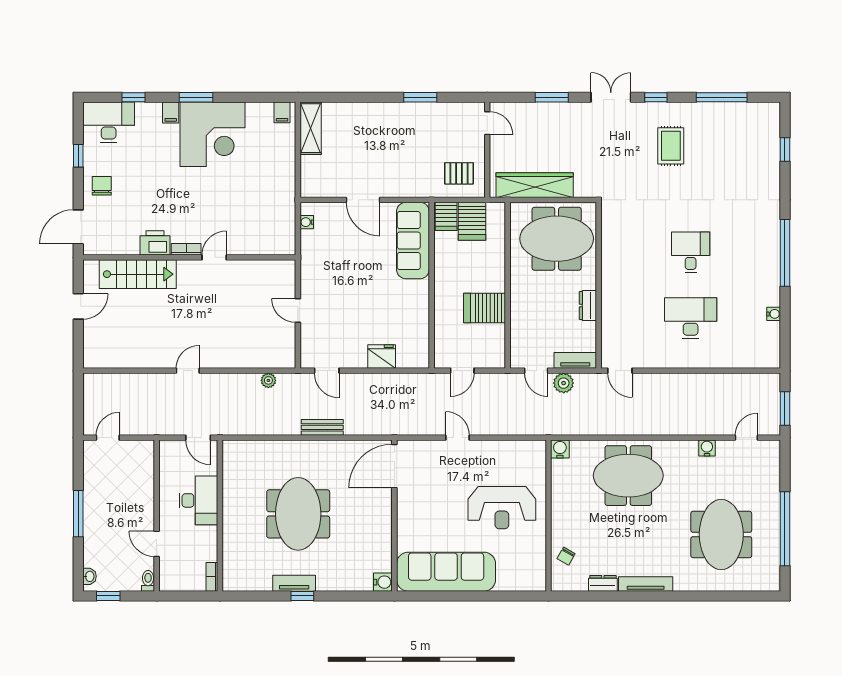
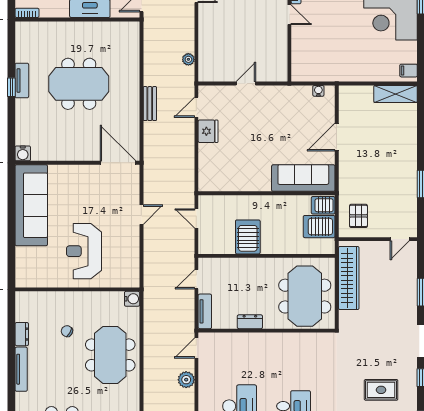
fridge: (382, 357) -> (208, 131), moved
plant: (564, 383) -> (186, 380), moved
chair: (566, 556) -> (67, 331), moved

